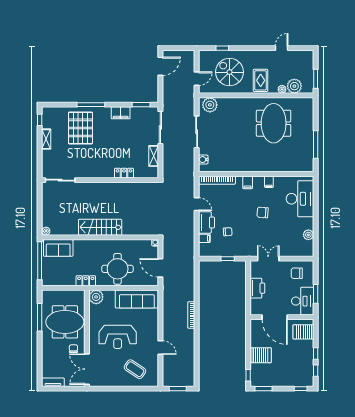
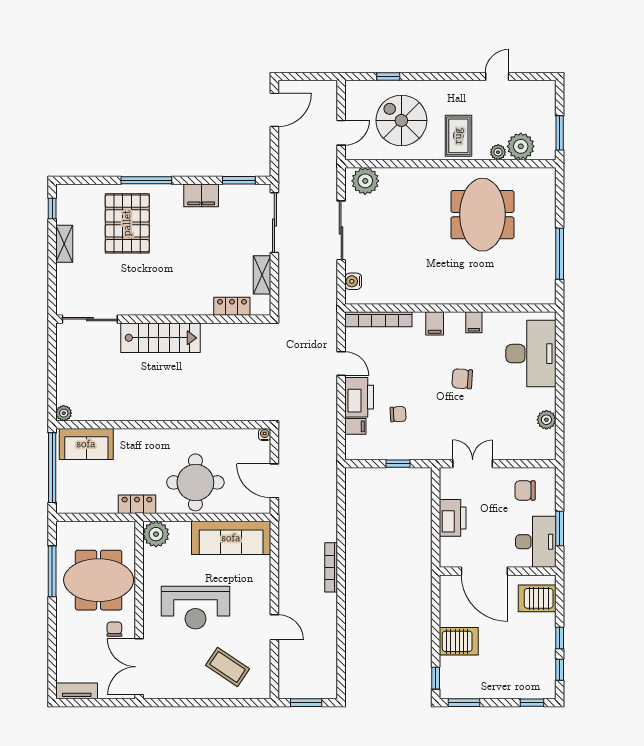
locker: (124, 173) -> (232, 306), moved
stairs: (100, 227) -> (160, 338), moved, turned 180

